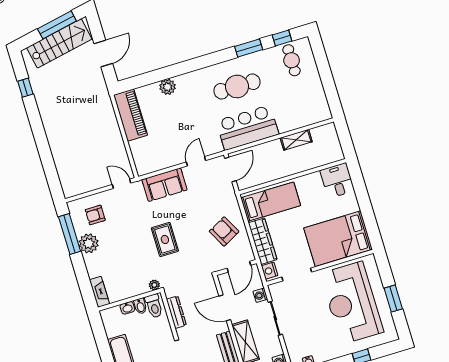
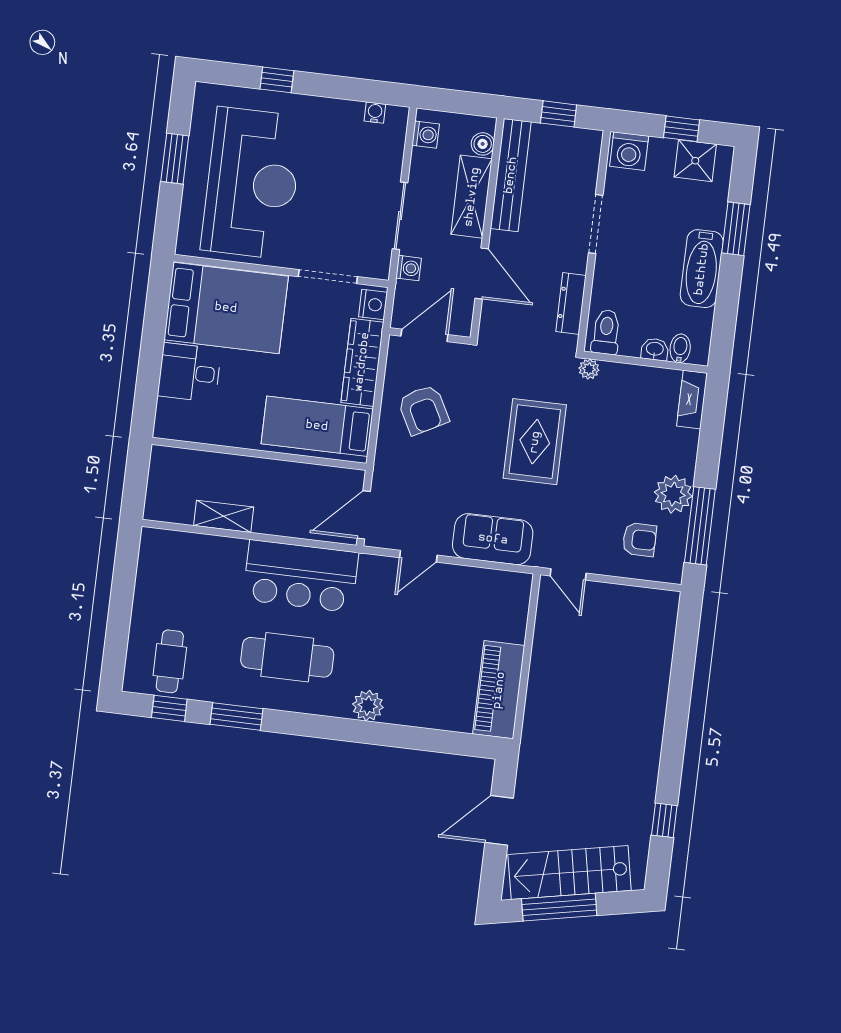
plant: (168, 87) -> (368, 706), moved
desk: (337, 181) -> (189, 372), moved, turned 90
rug: (165, 239) -> (535, 442), width x1.36, depth x1.43
bidet: (140, 306) -> (680, 348), moved

